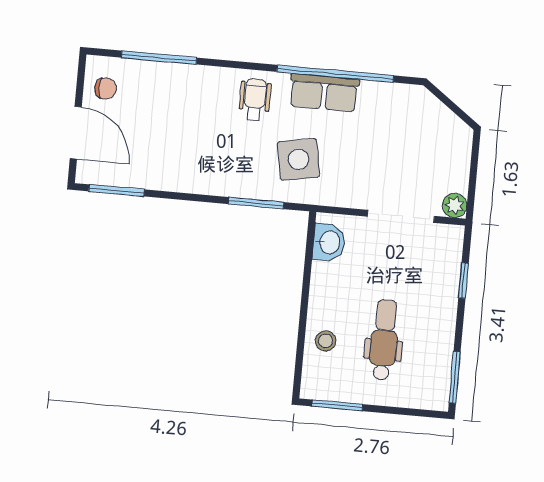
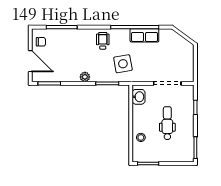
row of seats: (324, 93) -> (144, 35), moved
plant: (455, 205) -> (85, 77), moved
dental chair: (384, 340) -> (167, 123), moved

